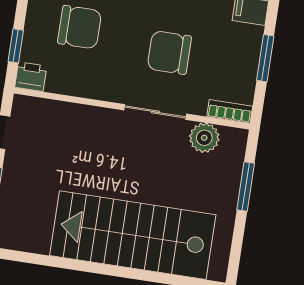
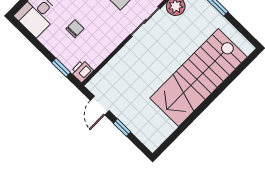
chair: (80, 27) -> (75, 29), width x0.54, depth x0.54

